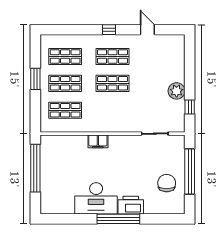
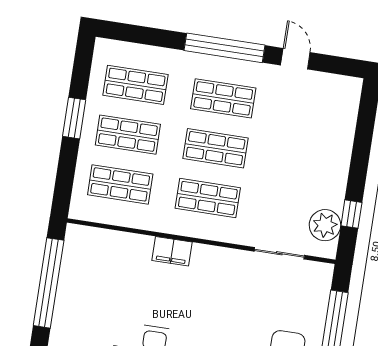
window: (109, 30) -> (225, 48), width x3.17
plant: (177, 91) -> (325, 225), moved
shop shelf: (113, 110) -> (208, 198), added

